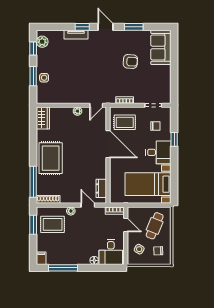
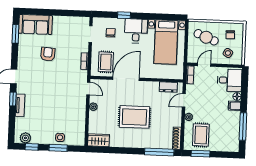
window: (134, 27) -> (15, 34), moved
rug: (51, 158) -> (134, 117), moved
filing cabinet: (41, 258) -> (234, 106), moved

